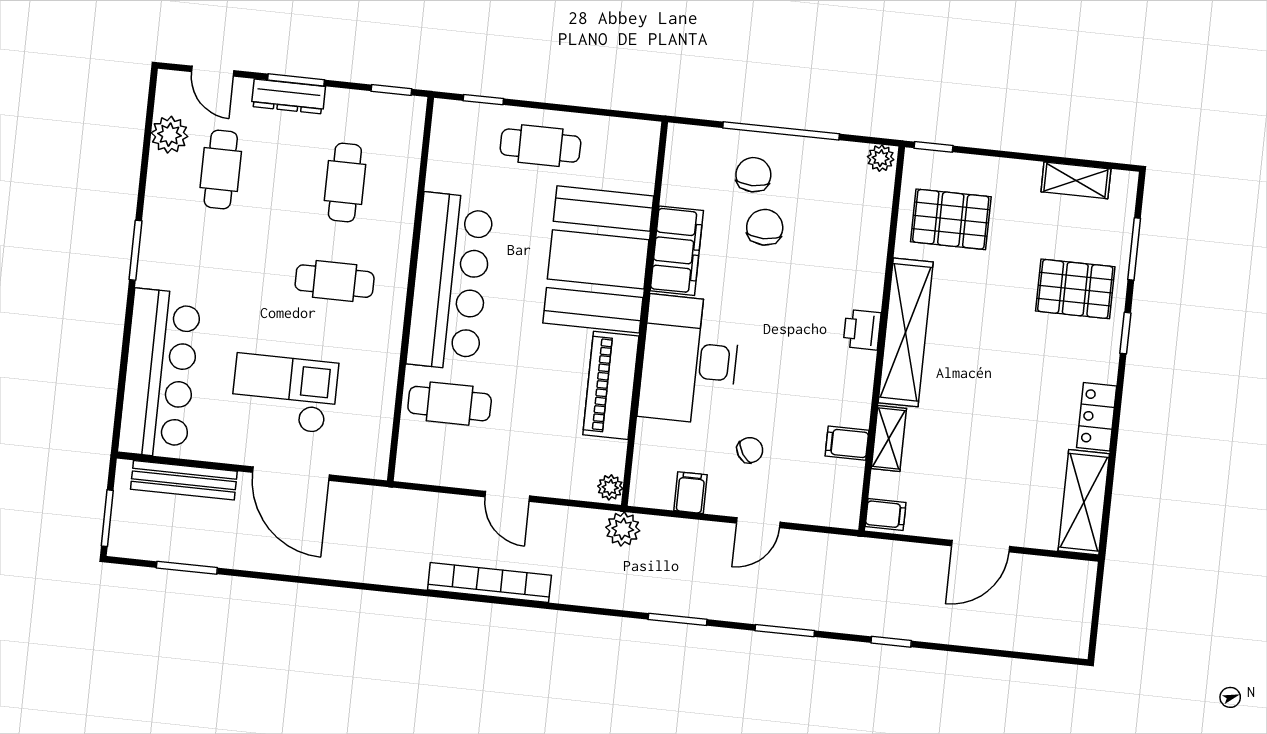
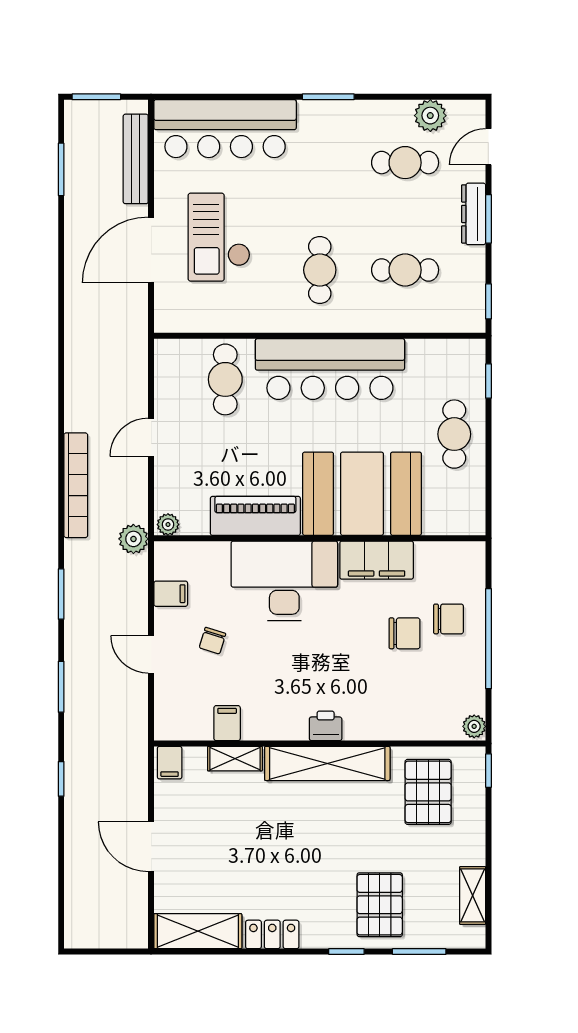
checkout: (284, 393) -> (219, 237), turned 180
chair: (750, 450) -> (212, 641), turned 50
bookcase: (489, 582) -> (76, 485), moved

